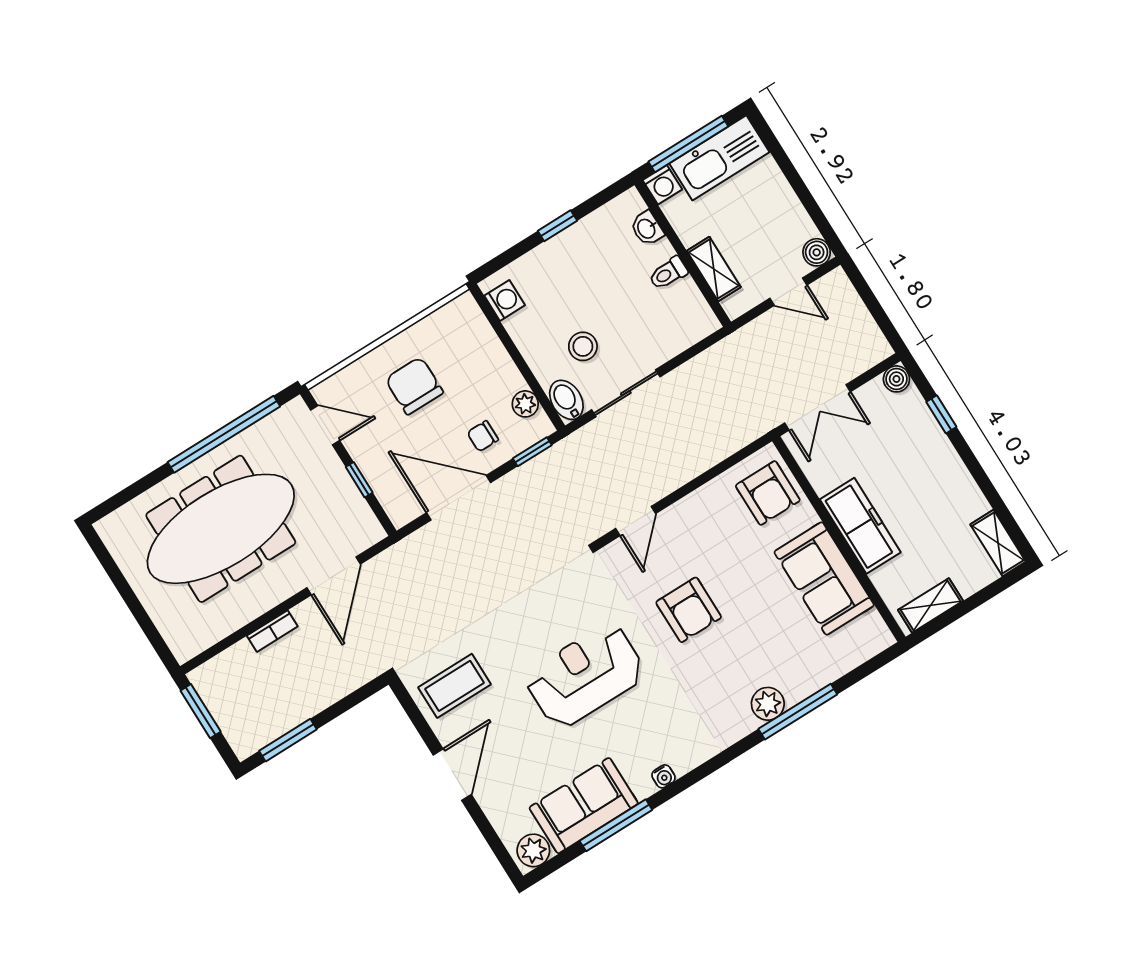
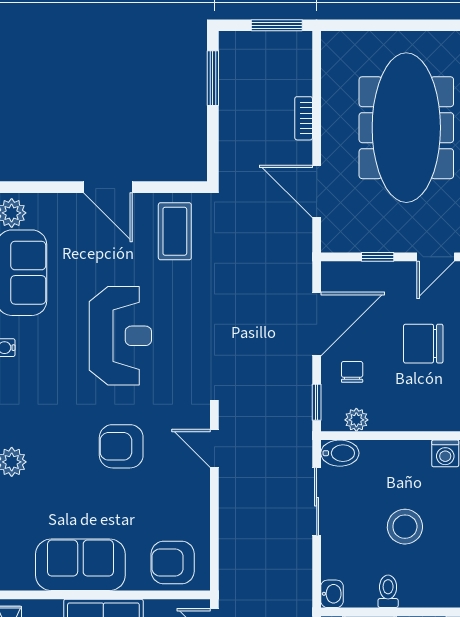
washbasin: (647, 228) -> (332, 594), moved, turned 90
stool: (583, 346) -> (405, 527), moved, width x1.38, depth x1.38
chair: (414, 386) -> (423, 344), turned 180

